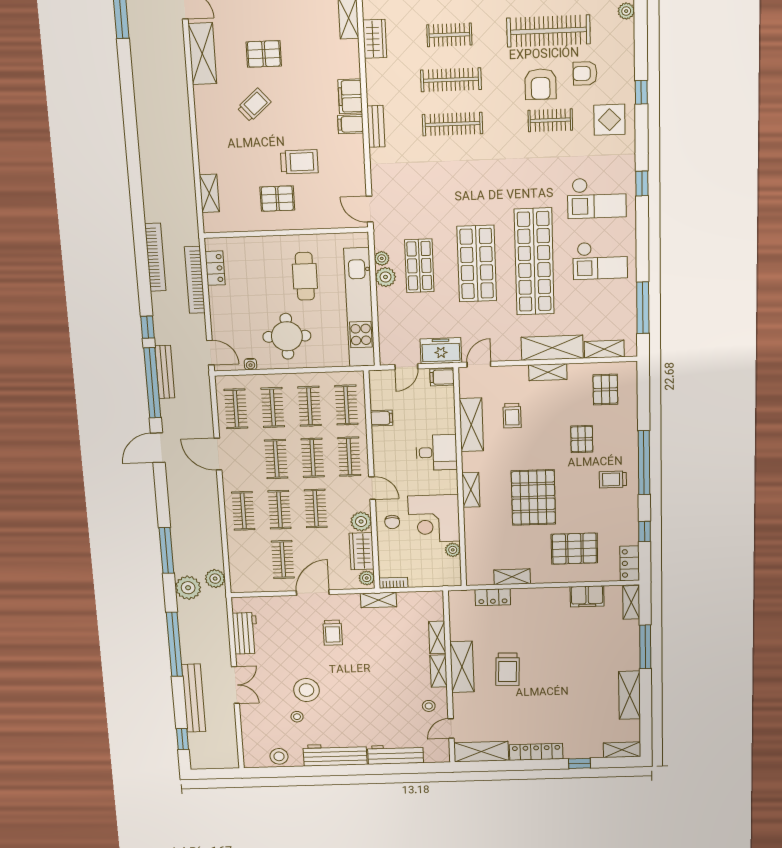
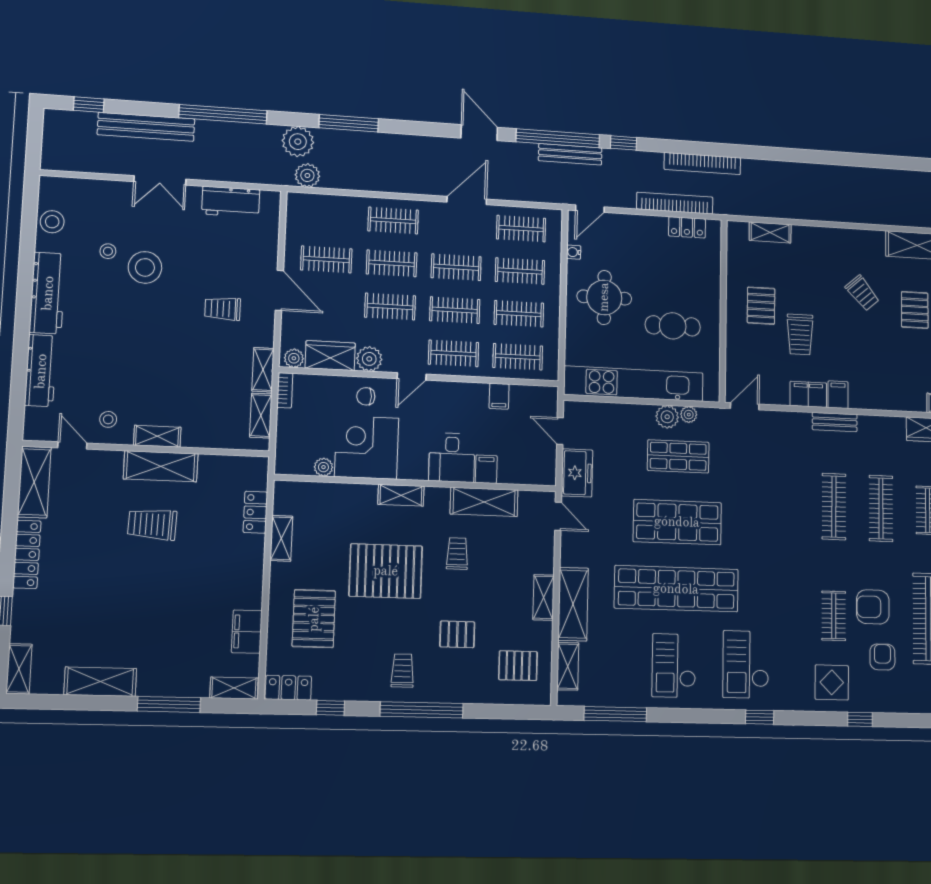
filing cabinet: (350, 96) -> (808, 394), moved
filing cabinet: (442, 377) -> (486, 469), moved
trolley: (512, 416) -> (457, 554), moved, turned 90
shelving: (437, 637) -> (261, 416), moved, turned 90

